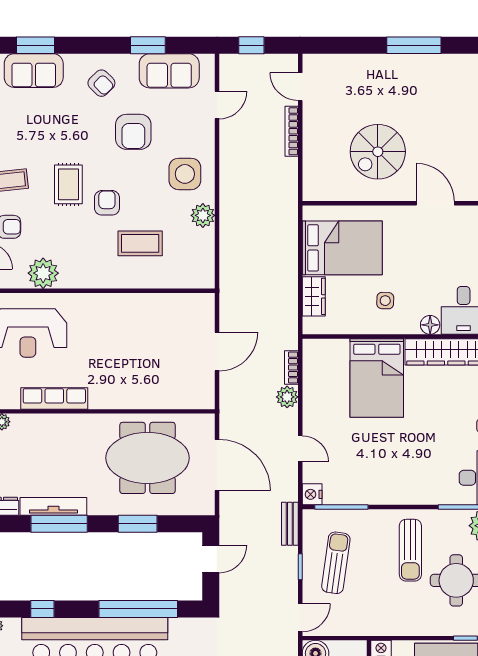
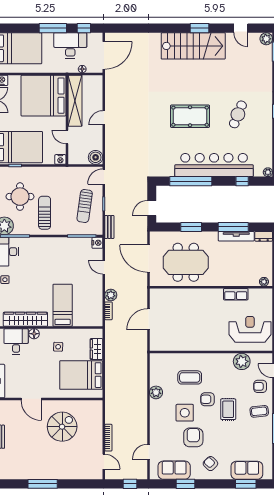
side table: (185, 174) -> (185, 413), moved
armchair: (107, 203) -> (208, 399), turned 90
bed: (377, 378) -> (63, 305), width x0.67
row of seats: (54, 398) -> (236, 294), width x0.68

